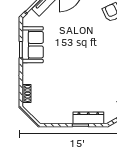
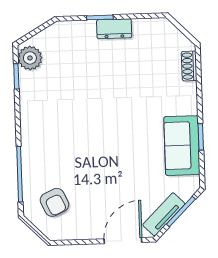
dresser: (88, 118) -> (114, 29), moved, width x0.70

